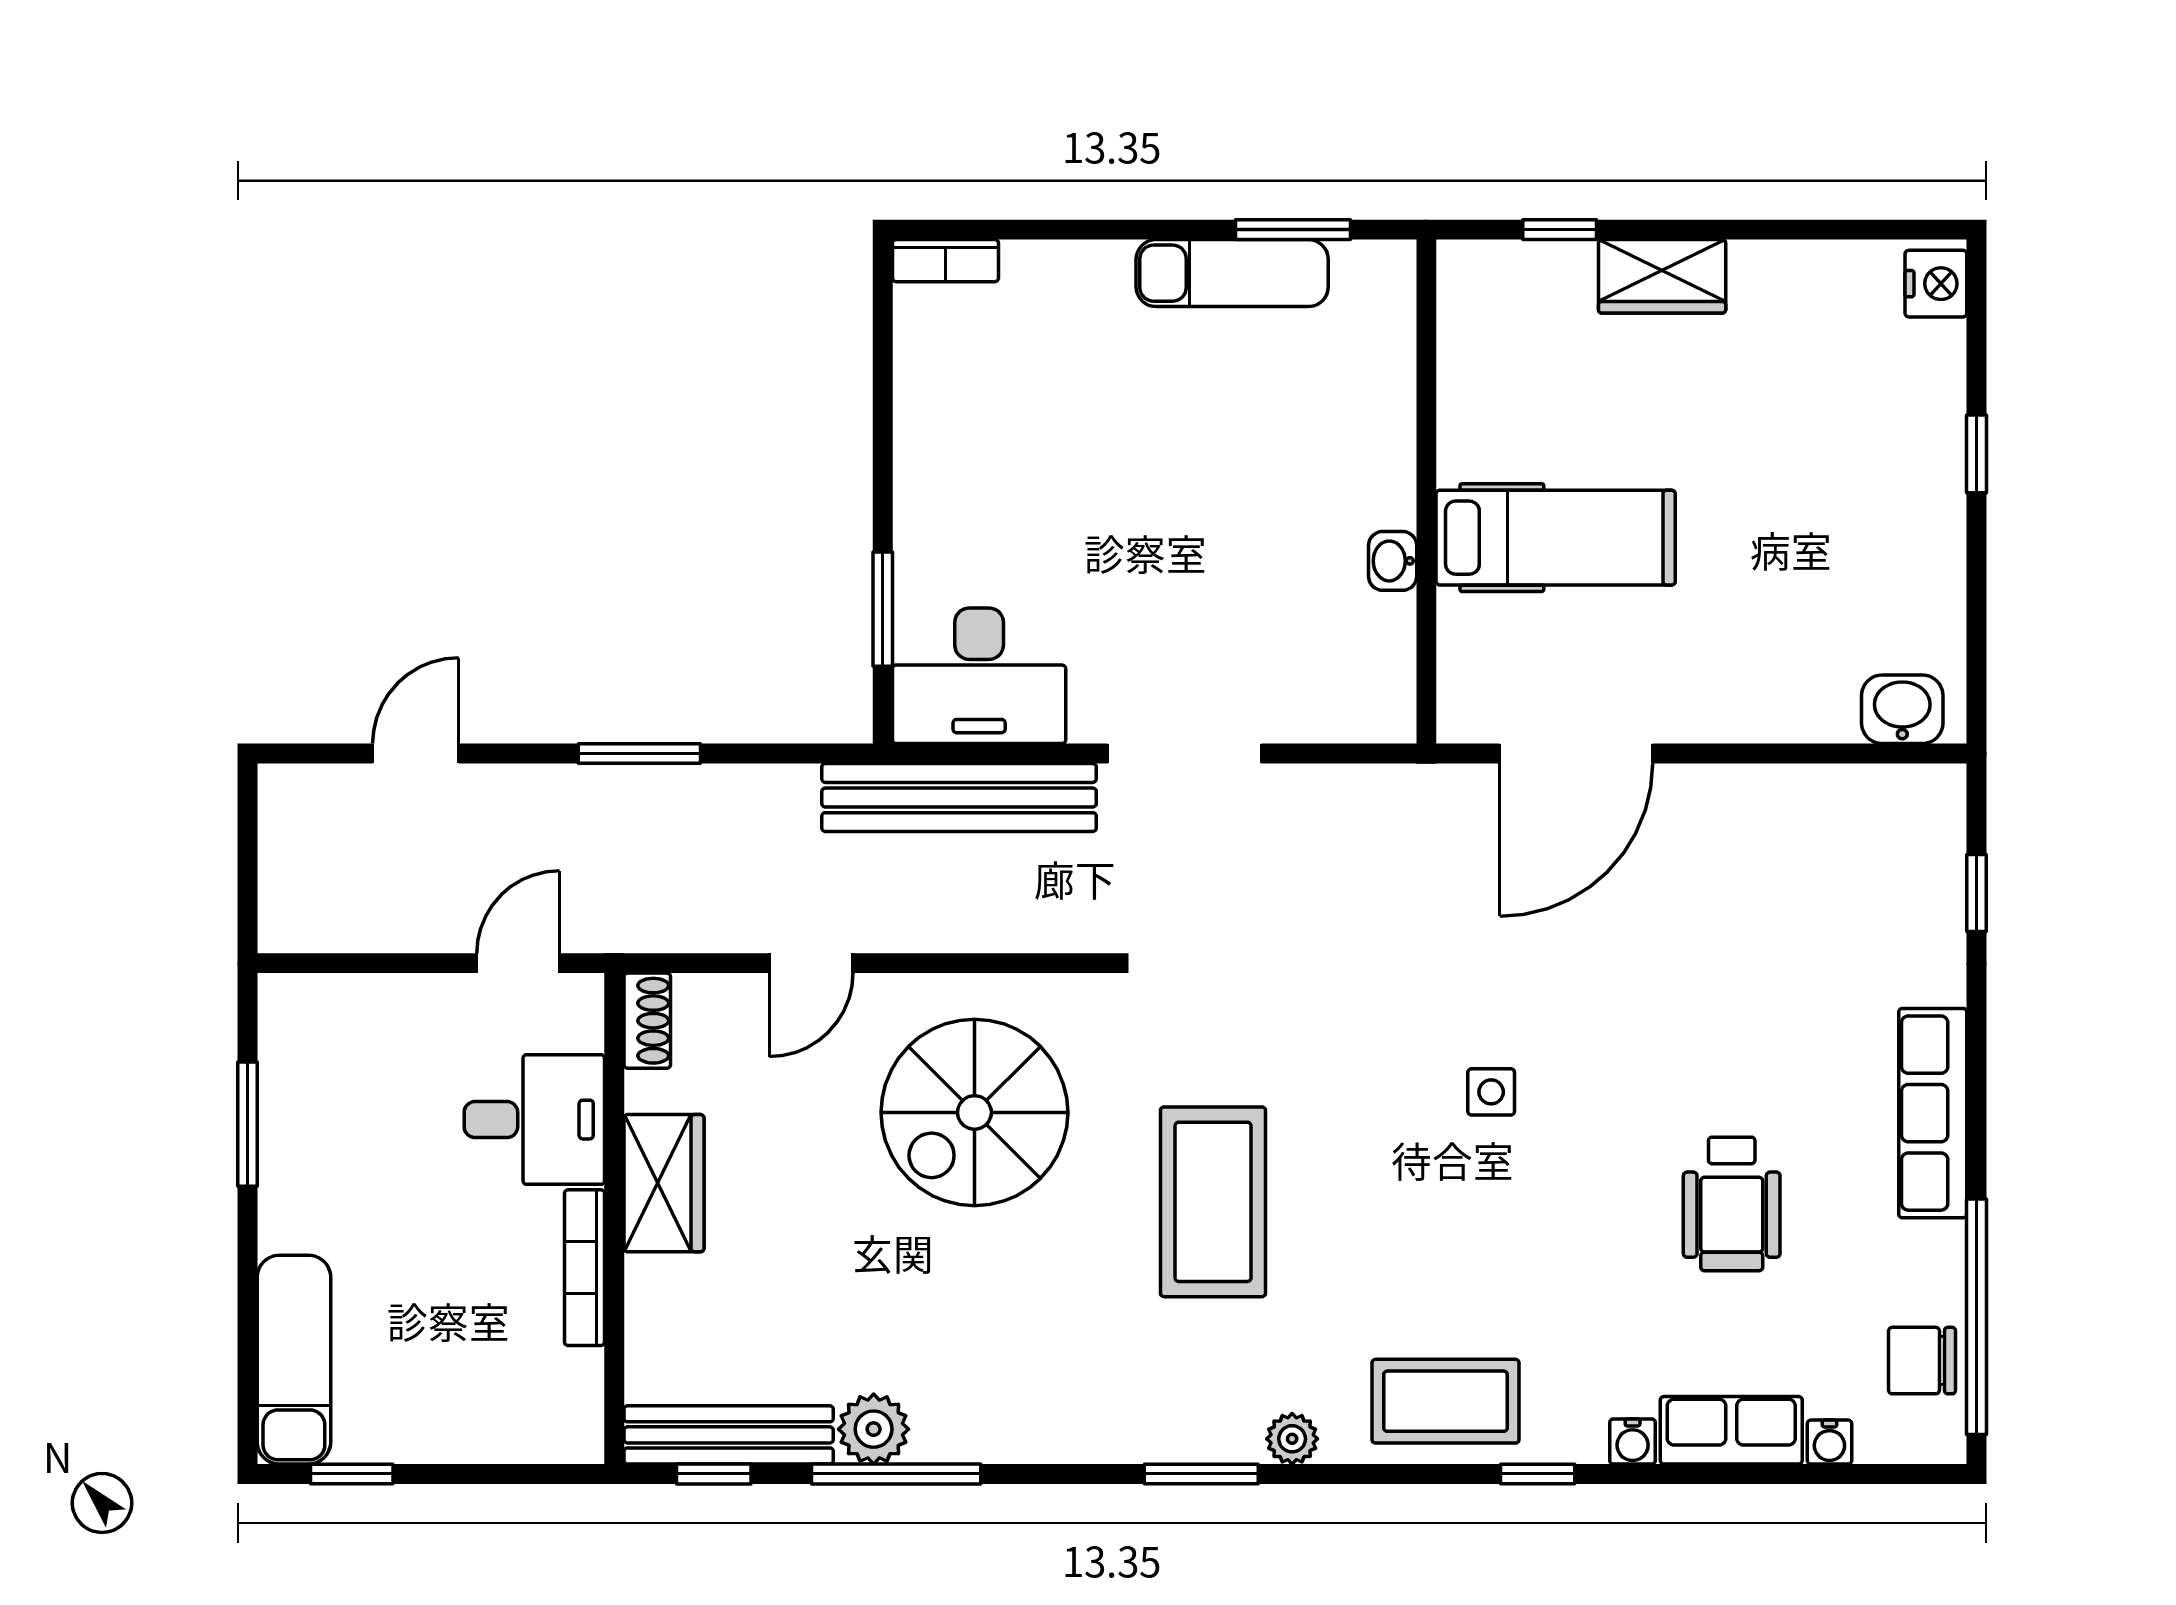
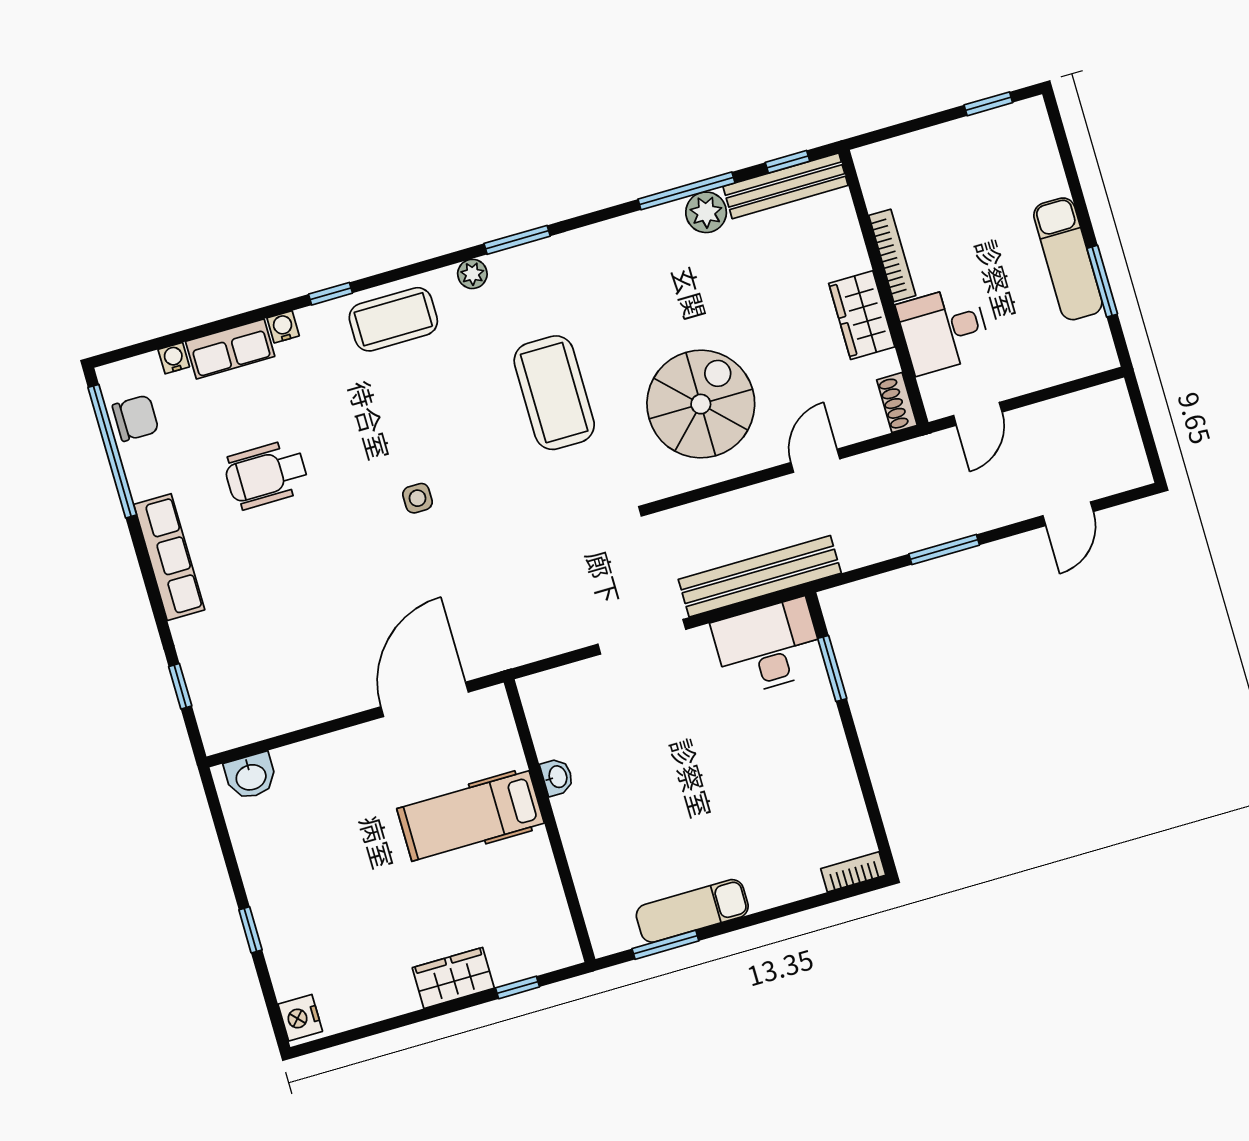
wheelchair: (1732, 1204) -> (266, 475), turned -90
exam couch: (294, 1360) -> (1068, 259), moved

